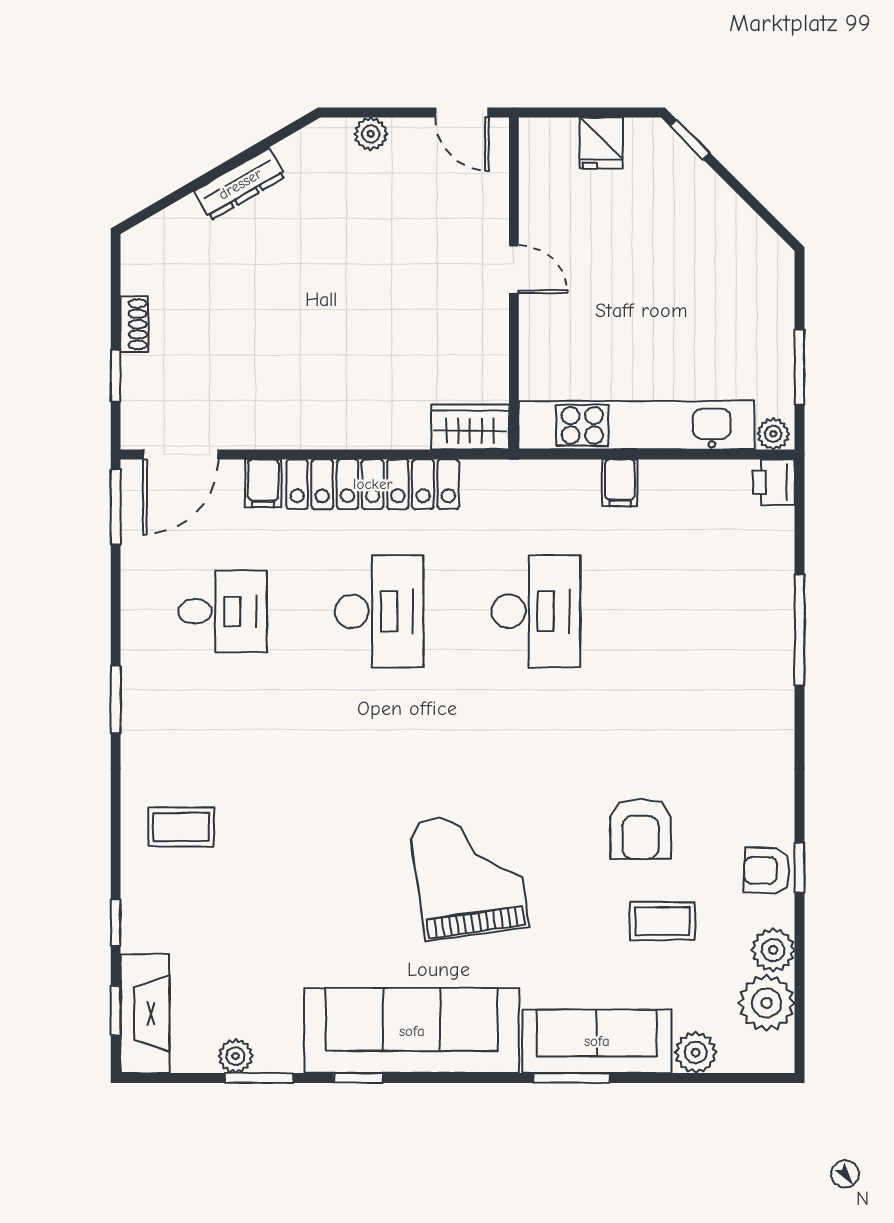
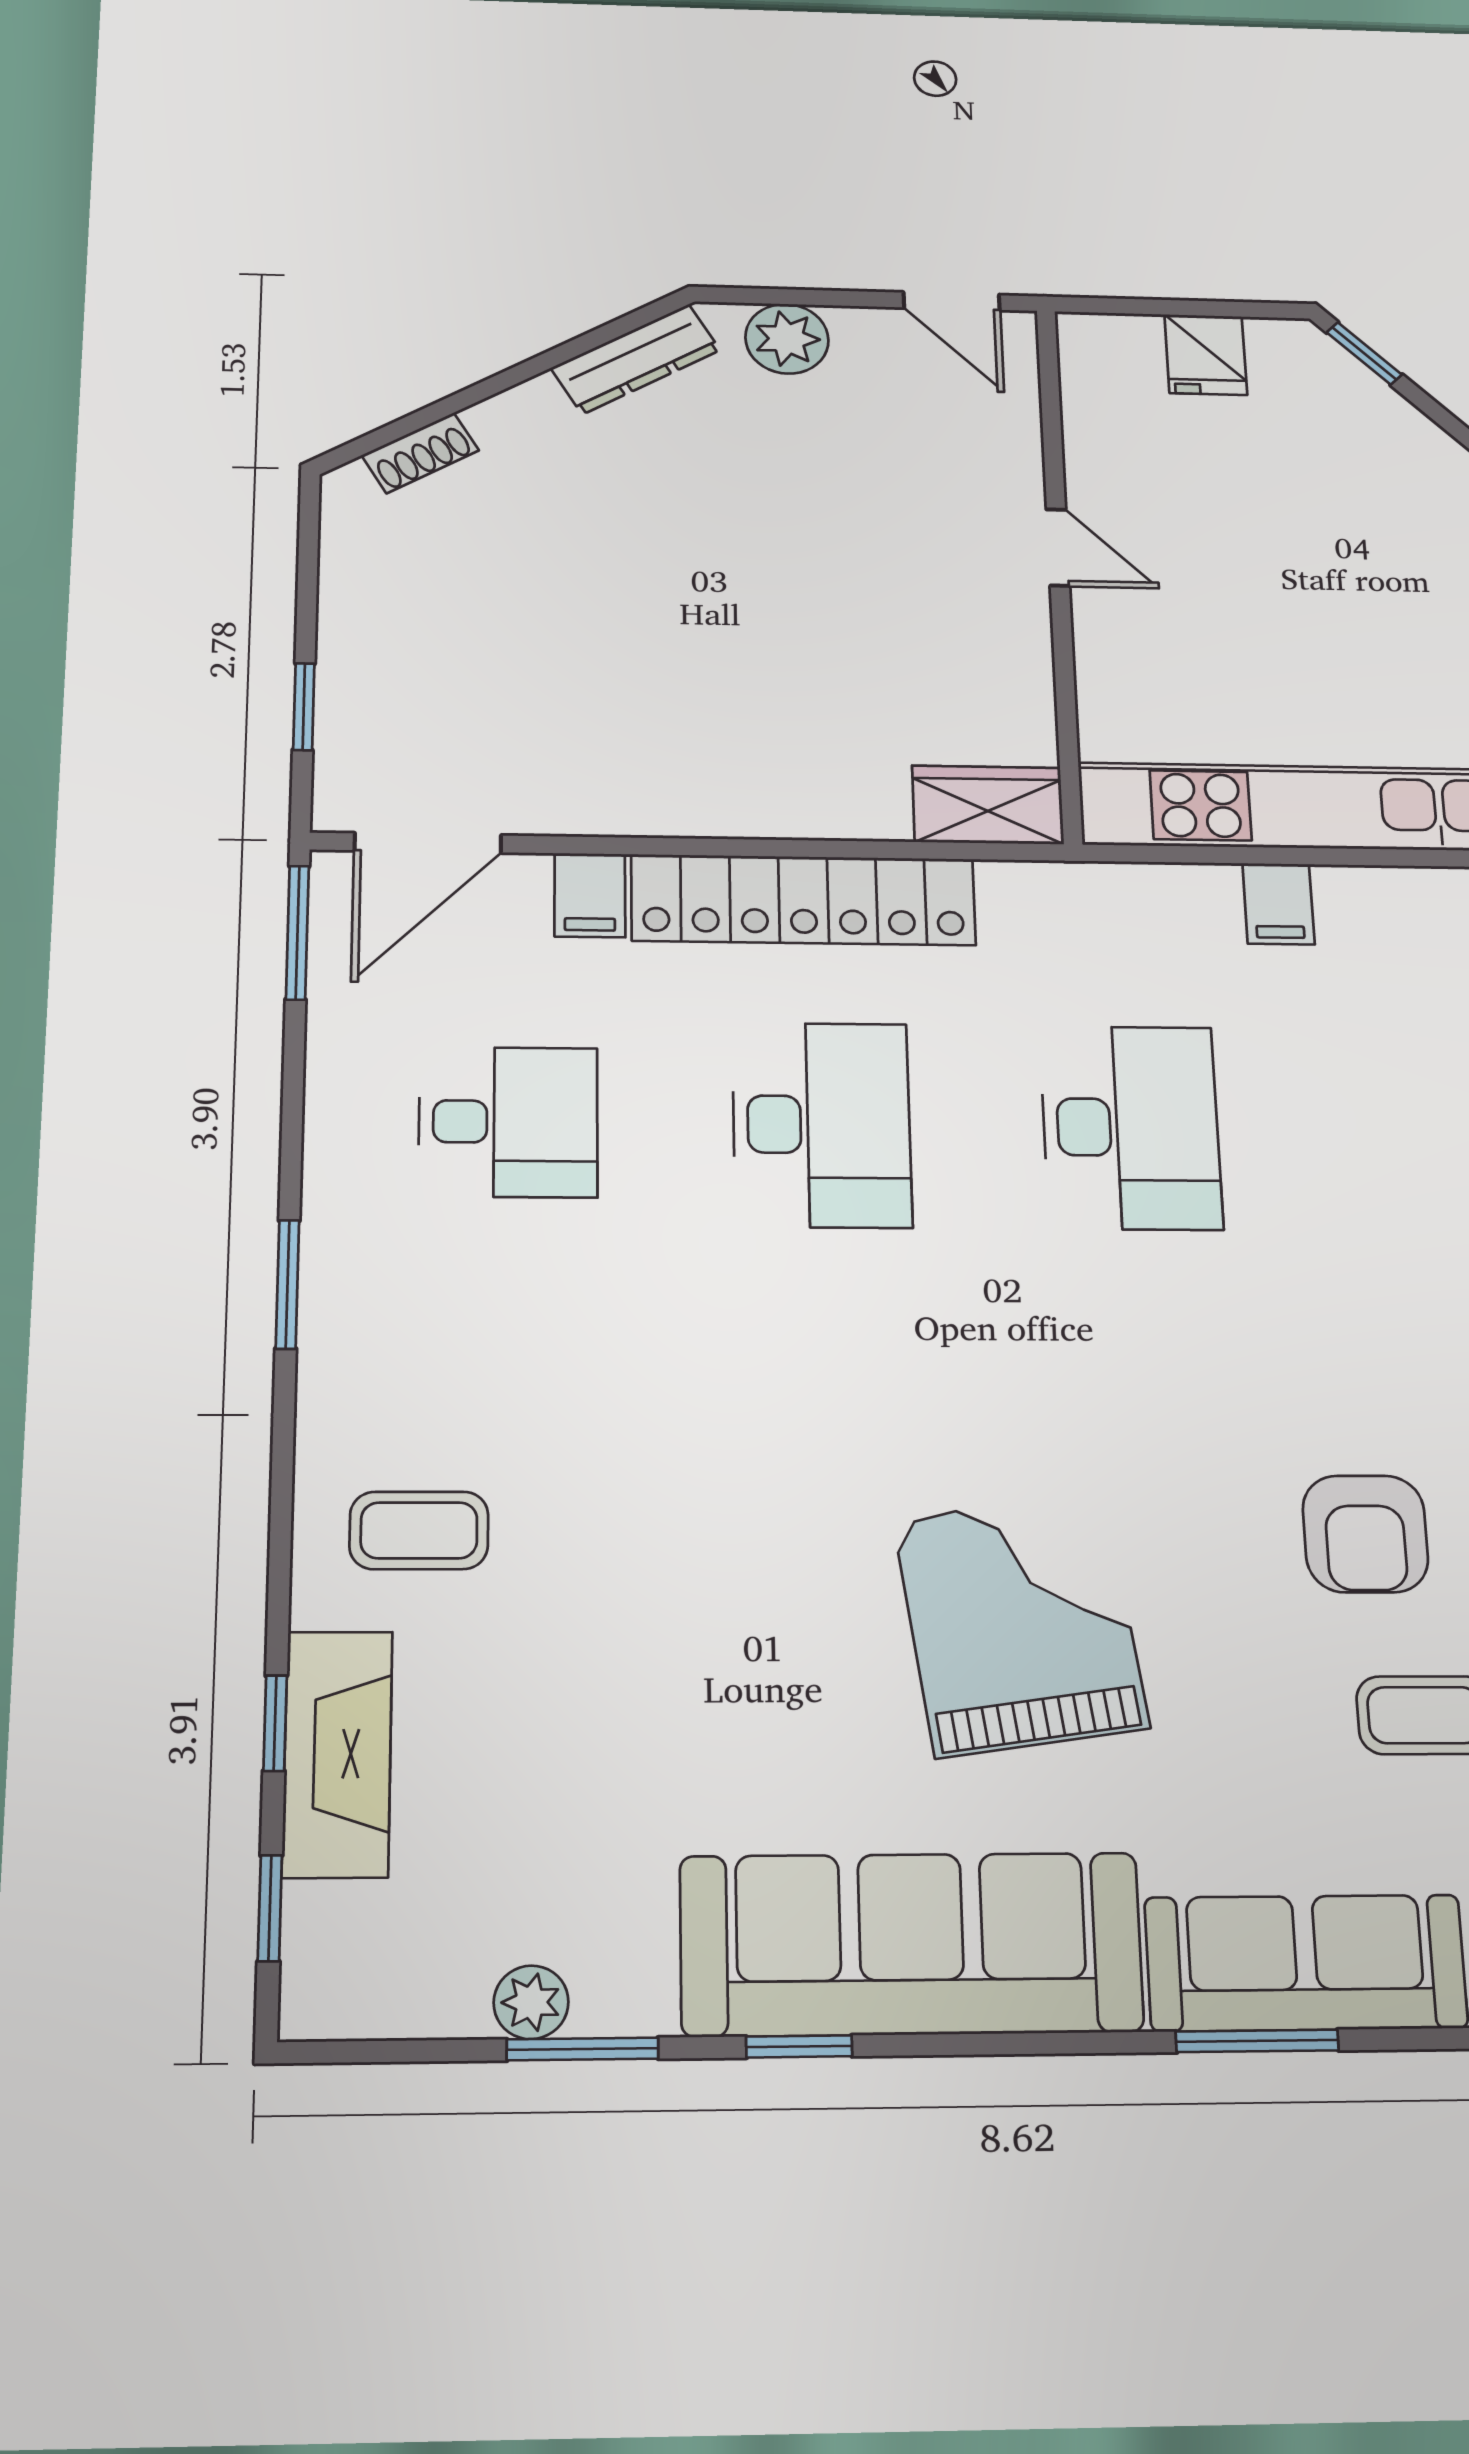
plant: (371, 134) -> (787, 339), width x1.38, depth x1.38
dresser: (240, 184) -> (636, 359), moved
shoe rack: (134, 324) -> (420, 453), moved, turned 60
fireplace: (145, 1014) -> (338, 1754), moved

